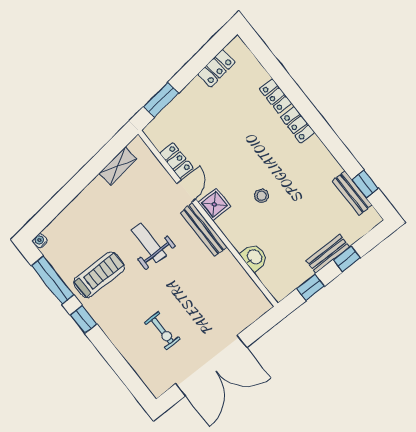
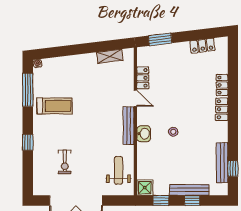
door: (186, 191) -> (135, 98), hinge flipped
bench: (352, 193) -> (222, 163), width x1.36
shower: (214, 204) -> (145, 188), moved
weight bench: (149, 243) -> (118, 170), moved
bench: (328, 254) -> (189, 190), width x1.36
washbasin: (254, 257) -> (144, 134), moved
window: (83, 319) -> (28, 142), moved

